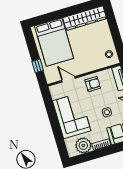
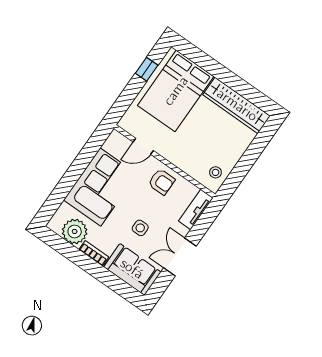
window: (38, 66) -> (147, 69), moved
door: (68, 79) -> (143, 146), swing flipped

